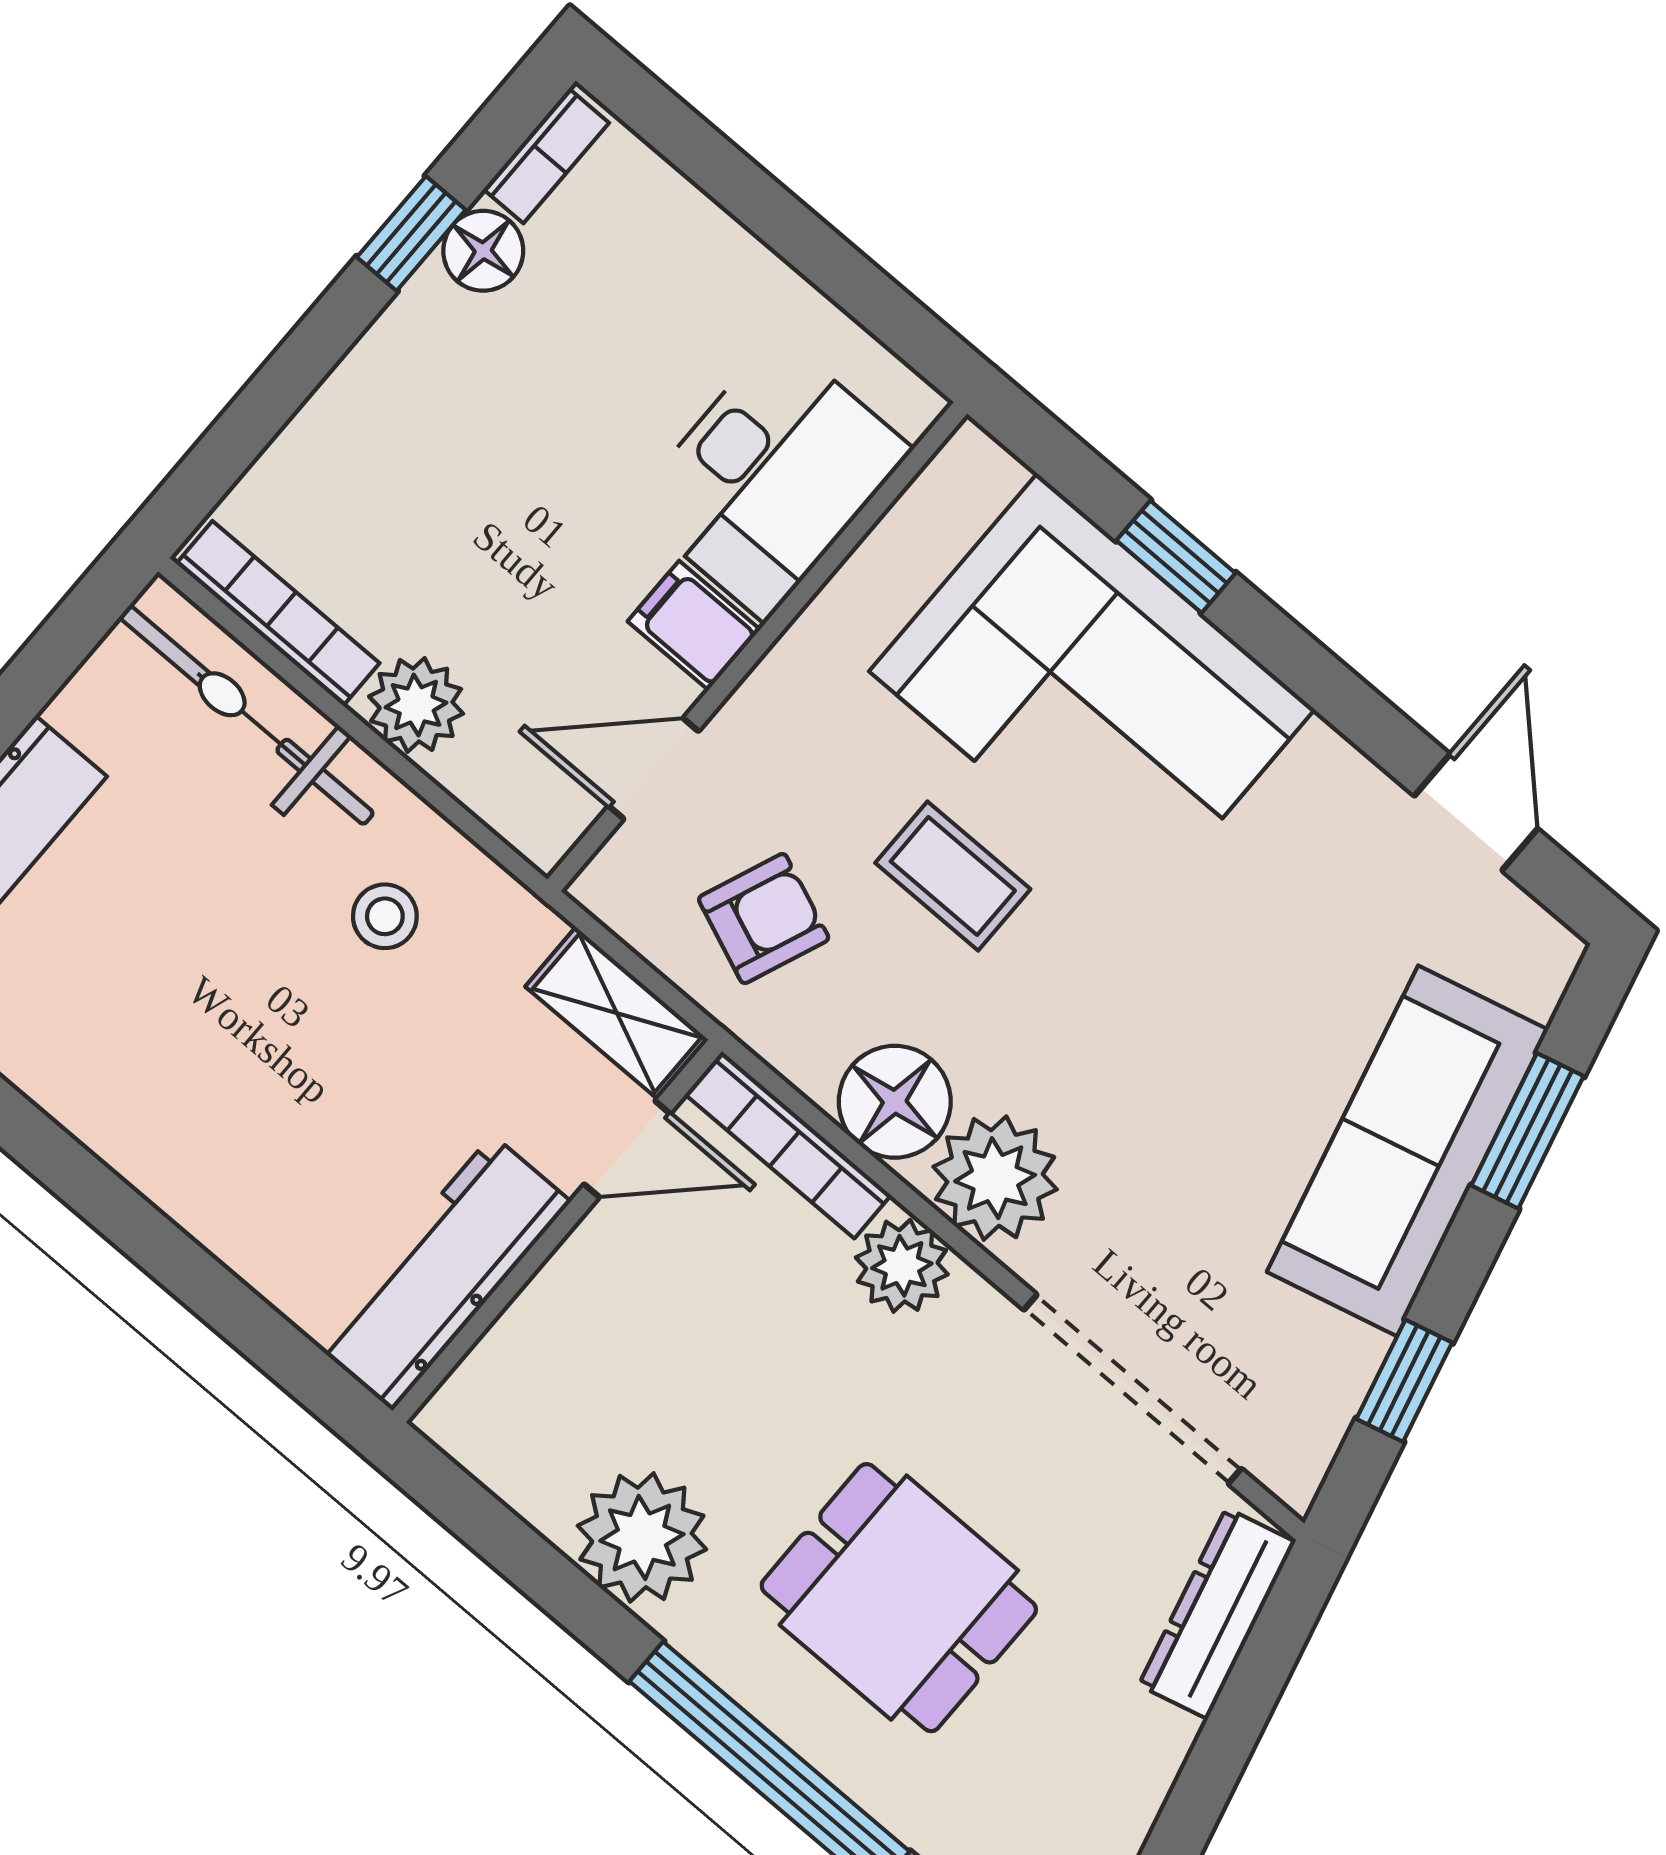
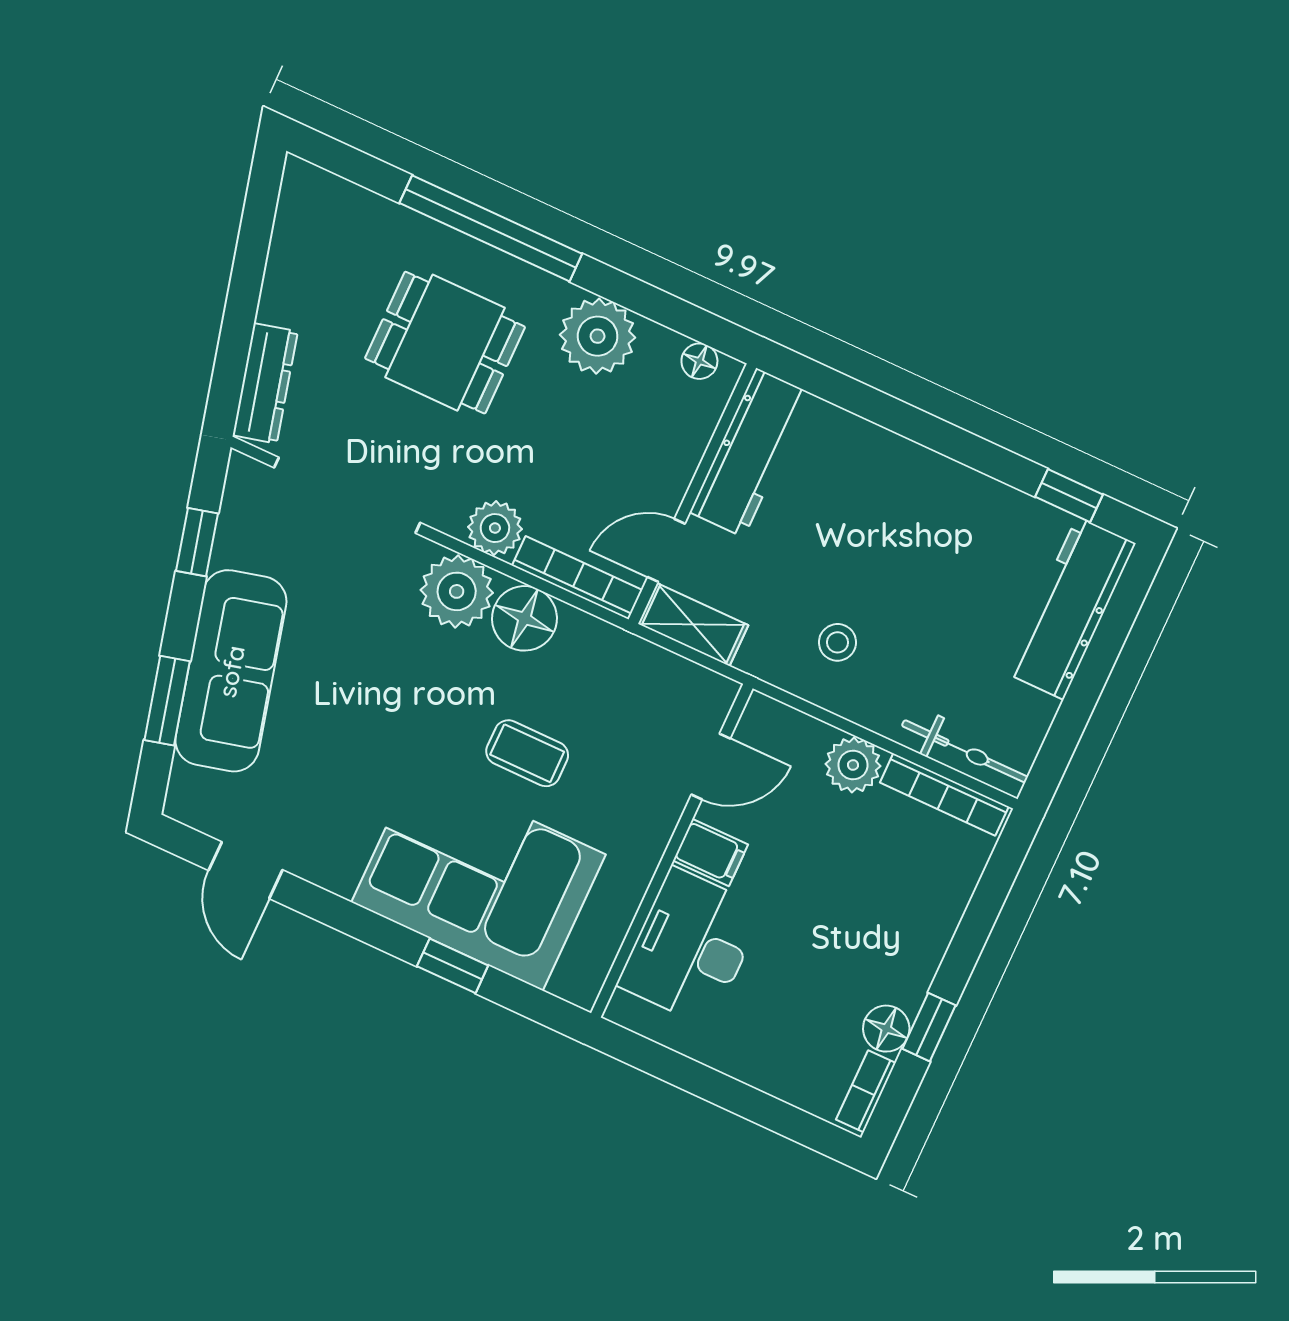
bicycle: (247, 715) -> (965, 751), width x0.73, depth x0.71
armchair: (764, 919) -> (626, 700), removed
floor lamp: (484, 1448) -> (699, 361), added

